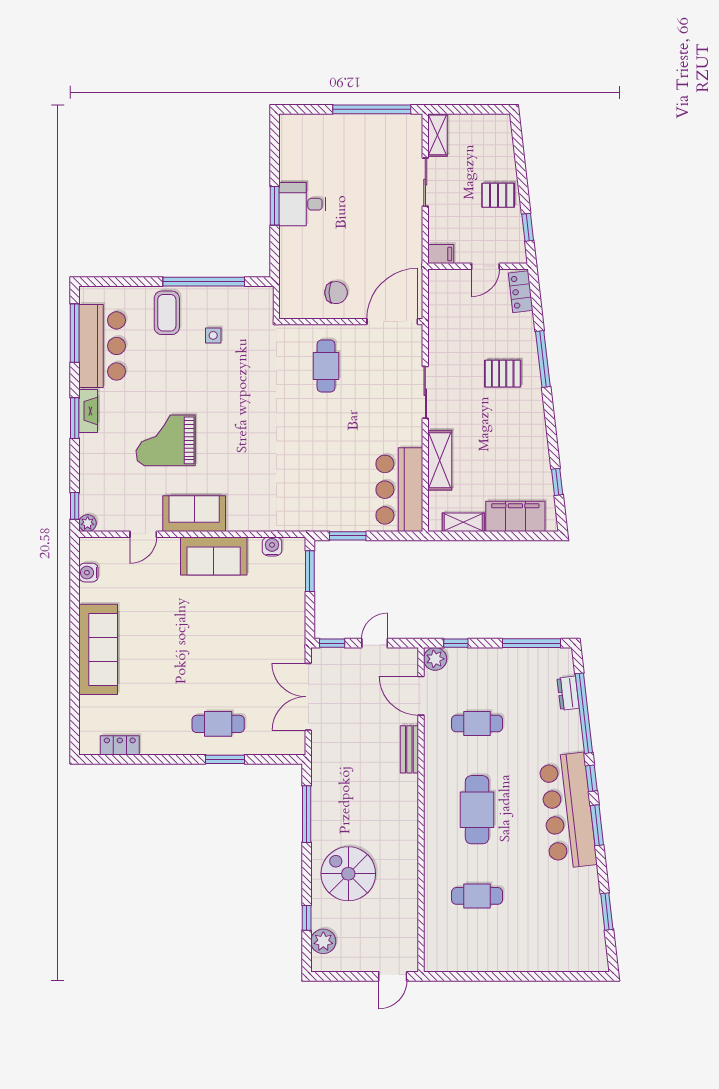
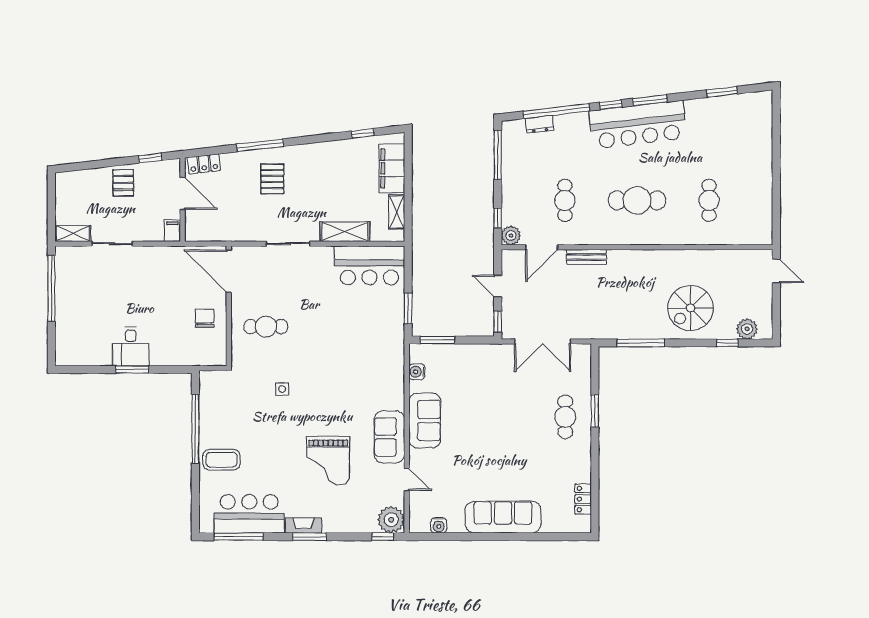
door: (485, 266) -> (183, 193), width x1.38
side table: (213, 335) -> (282, 389), moved
plant: (88, 523) -> (391, 520), width x1.88, depth x1.88

